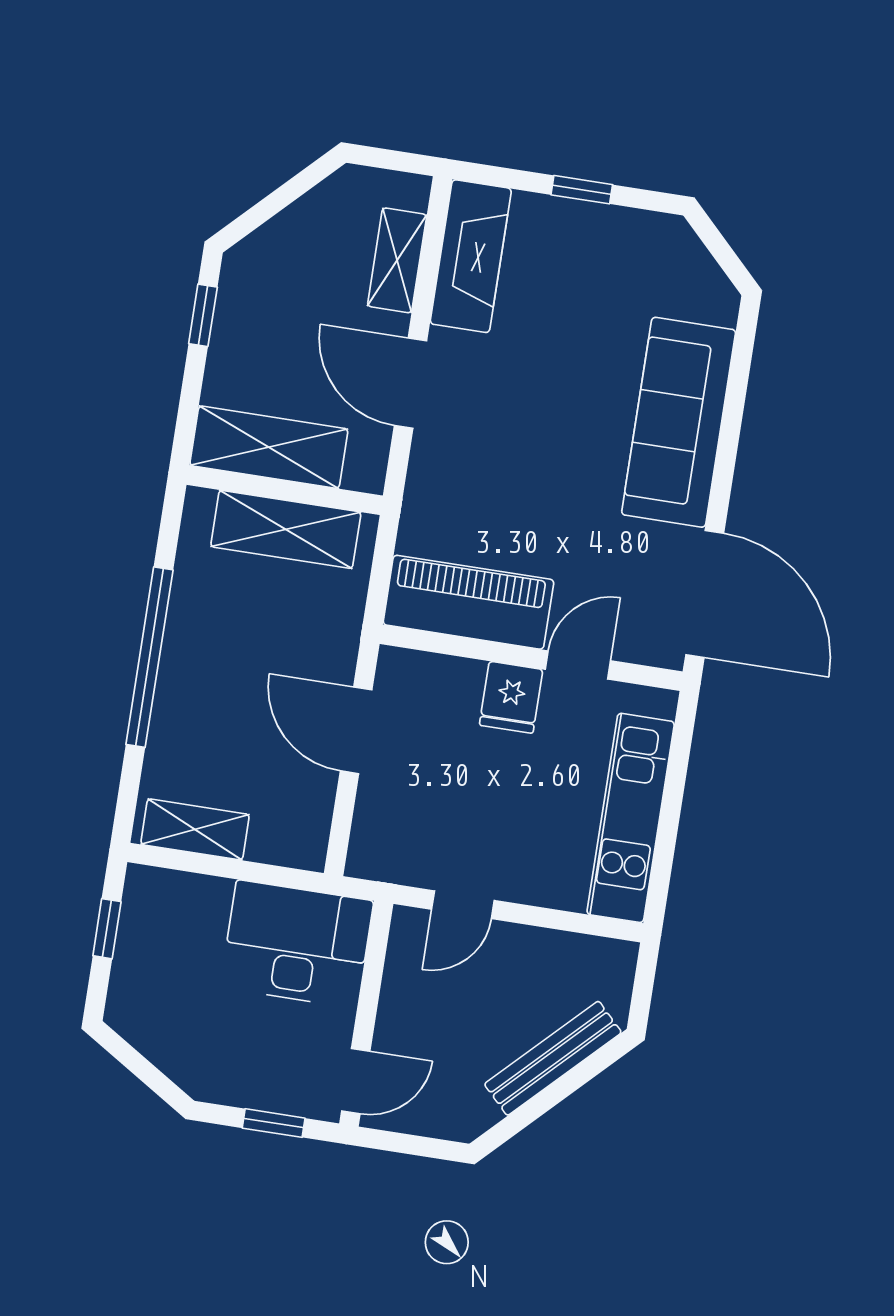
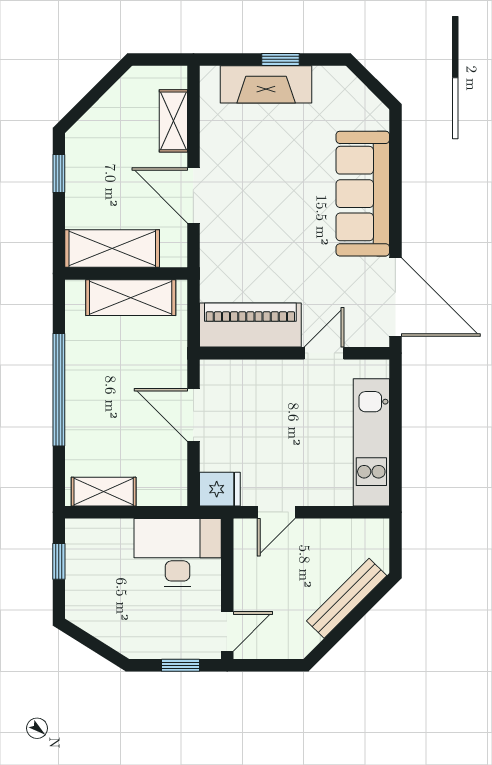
fireplace: (471, 256) -> (266, 84), moved, turned 90
fridge: (511, 697) -> (220, 489), moved, turned -90

